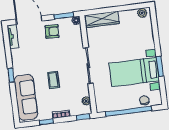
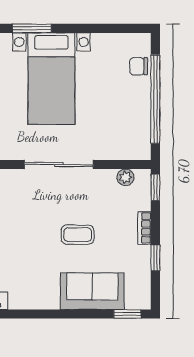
window: (160, 66) -> (32, 28), moved
bed with nightstands: (134, 72) -> (51, 79), moved
window: (11, 75) -> (127, 314), moved
sofa: (26, 97) -> (92, 291), width x0.73

